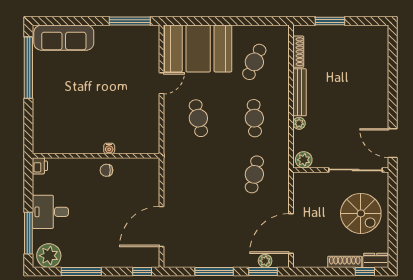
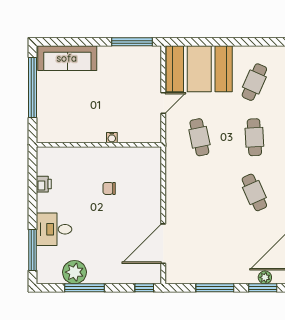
water cooler: (109, 148) -> (112, 138), moved
wall: (96, 156) -> (99, 145), moved
cafe table: (254, 174) -> (254, 192), turned -36
plant: (49, 256) -> (74, 272), moved

